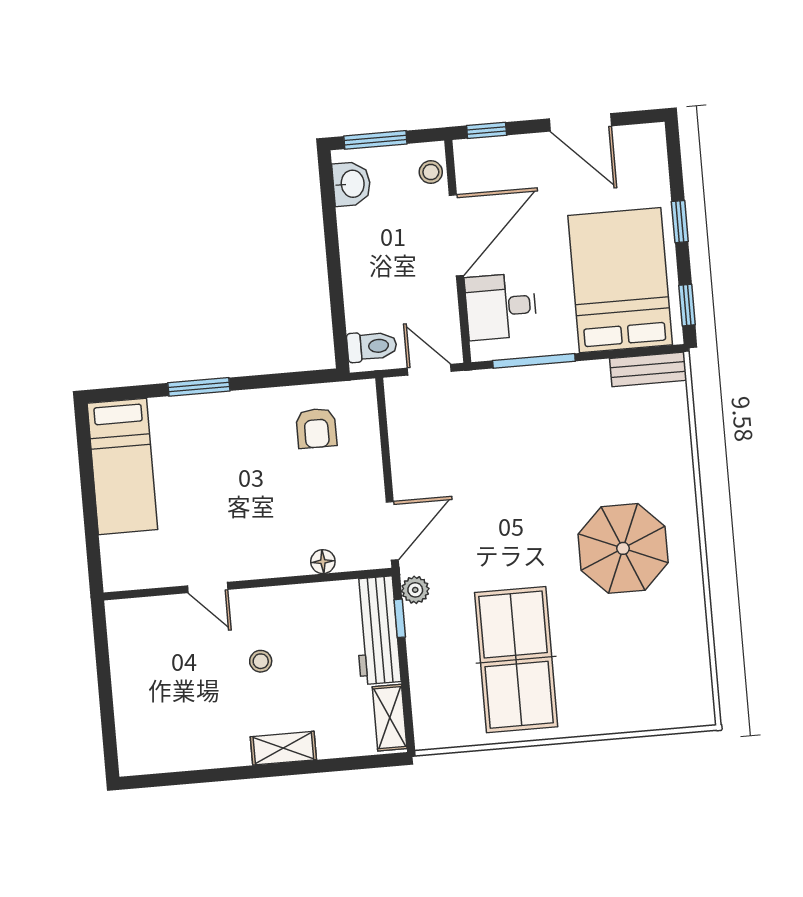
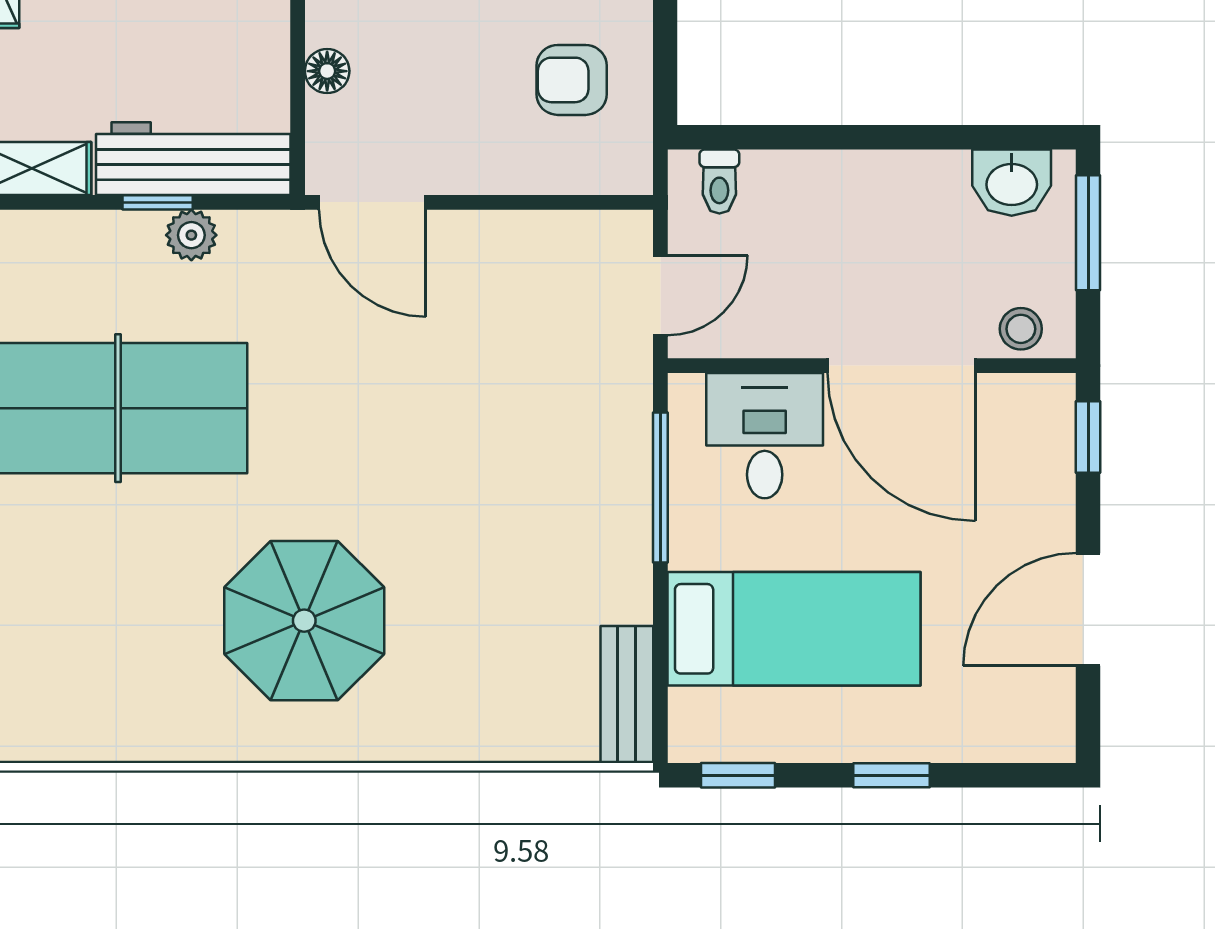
bed: (620, 280) -> (794, 629), width x0.67
toilet: (372, 346) -> (719, 181), width x0.73, depth x0.72
plant: (415, 590) -> (191, 235), moved
window: (400, 618) -> (158, 202), moved

